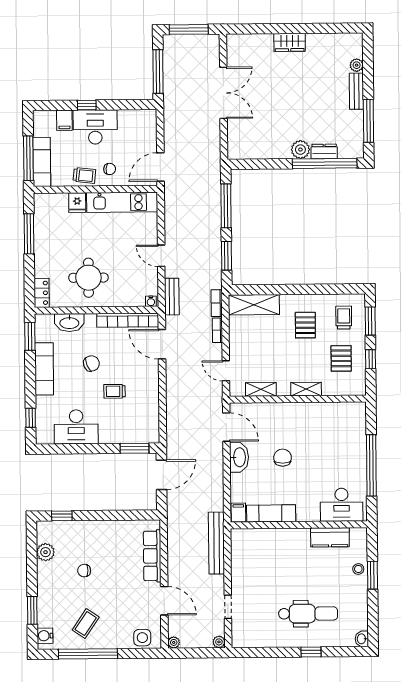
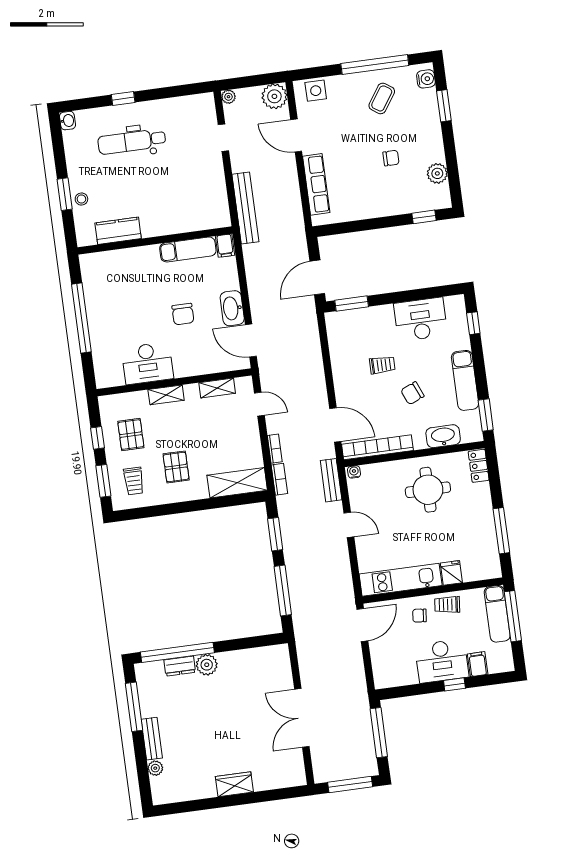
desk: (342, 505) -> (147, 363), moved, turned 180
plant: (174, 642) -> (274, 96), width x1.88, depth x1.88

